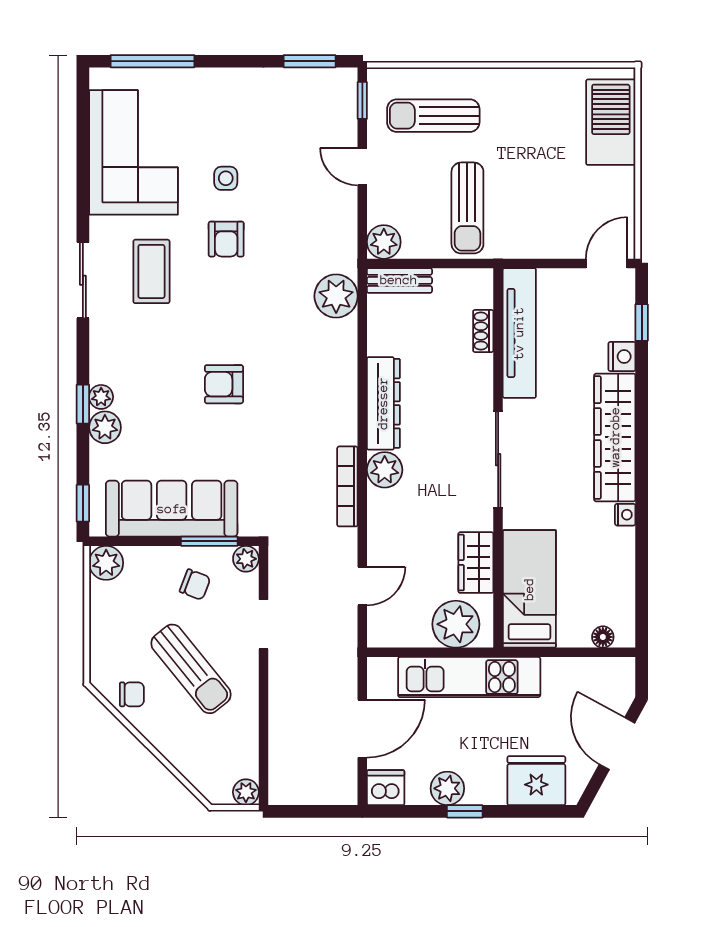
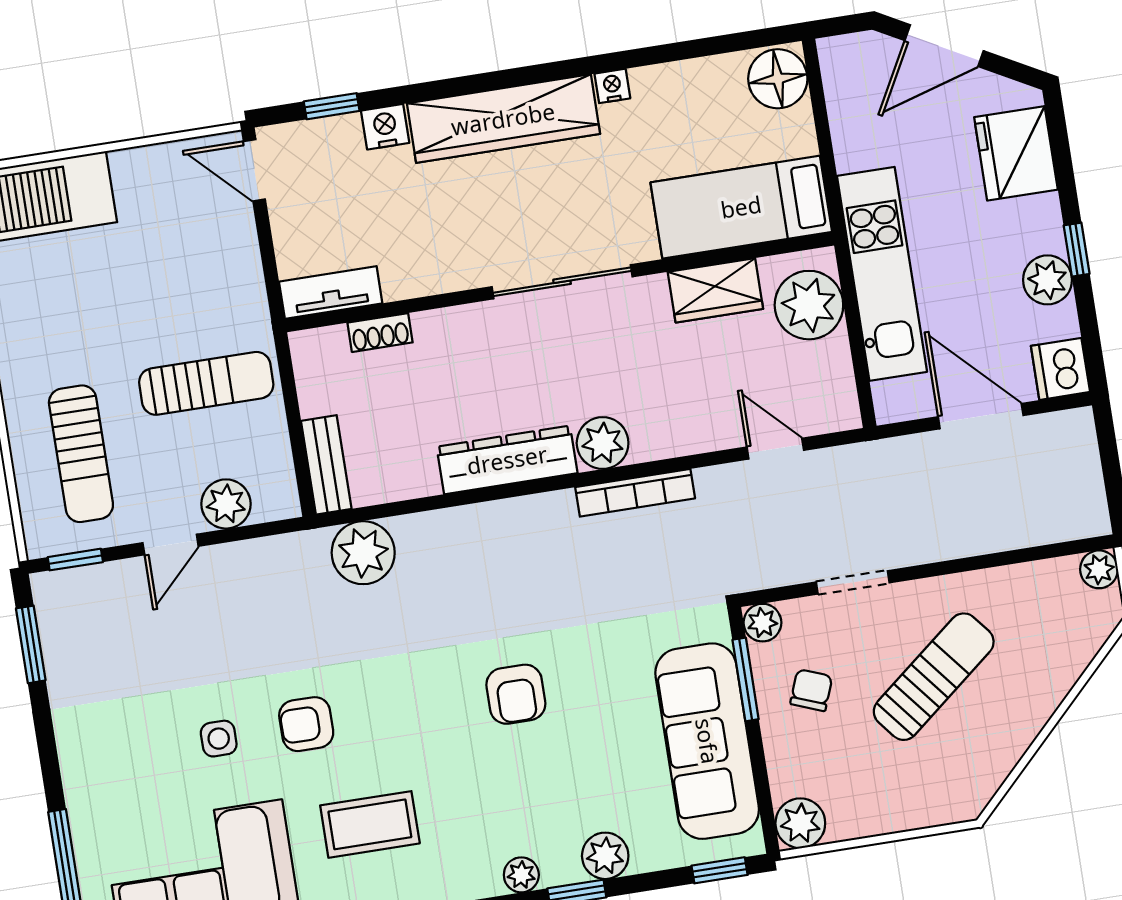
armchair: (226, 239) -> (306, 724), turned 180
plant: (384, 242) -> (226, 504), moved
tv unit: (519, 333) -> (331, 292), width x0.52, depth x0.78
plant: (101, 397) -> (521, 875), moved
floor lamp: (603, 637) -> (778, 79), width x1.89, depth x1.89
chair: (132, 694) -> (984, 756), removed

